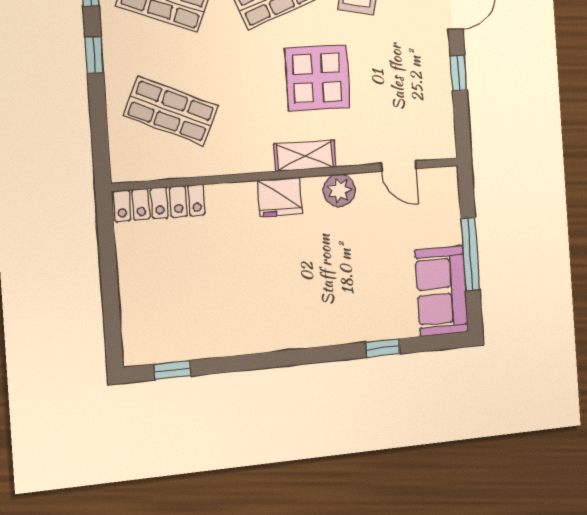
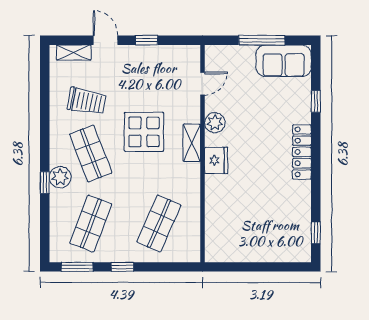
locker: (160, 203) -> (302, 152), moved, turned 180

